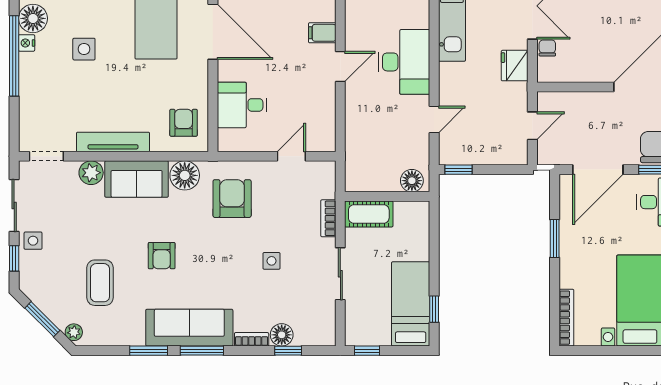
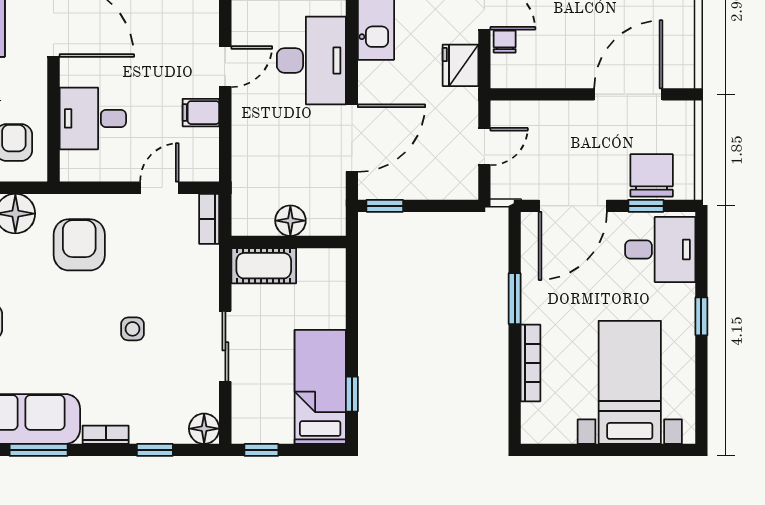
filing cabinet: (322, 33) -> (201, 113), moved
door: (434, 120) -> (352, 138), width x1.88
floor lamp: (412, 181) -> (290, 221), moved
bookcase: (328, 218) -> (209, 219), moved
bookcase: (566, 318) -> (530, 363), moved
floor lamp: (282, 335) -> (204, 429), moved

